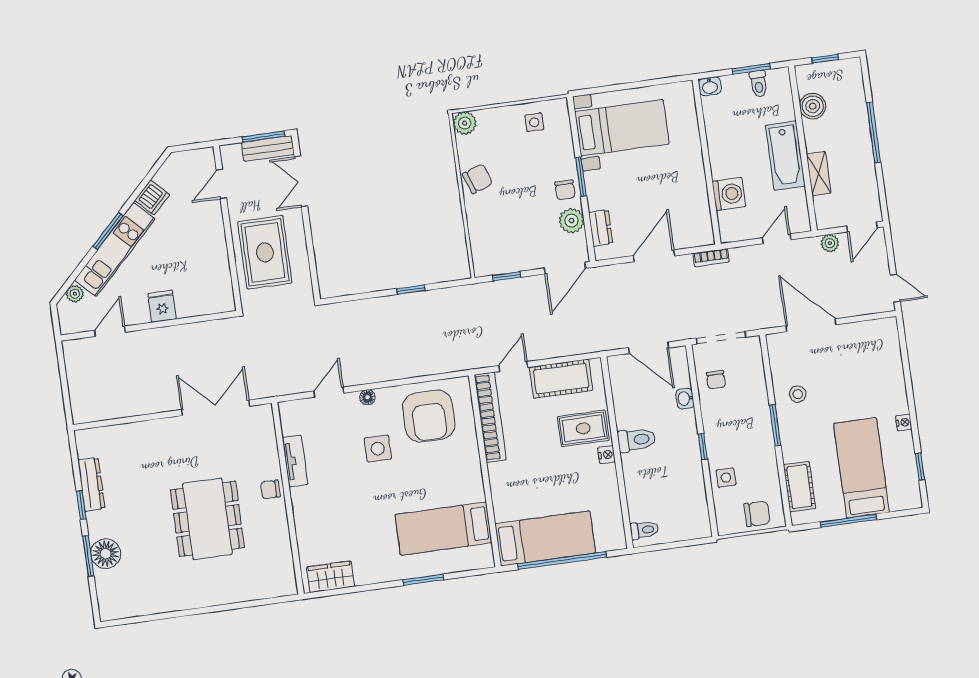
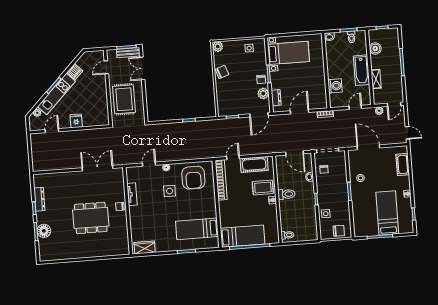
cot: (800, 487) -> (403, 164), moved
dining table: (207, 519) -> (91, 218), turned 90

